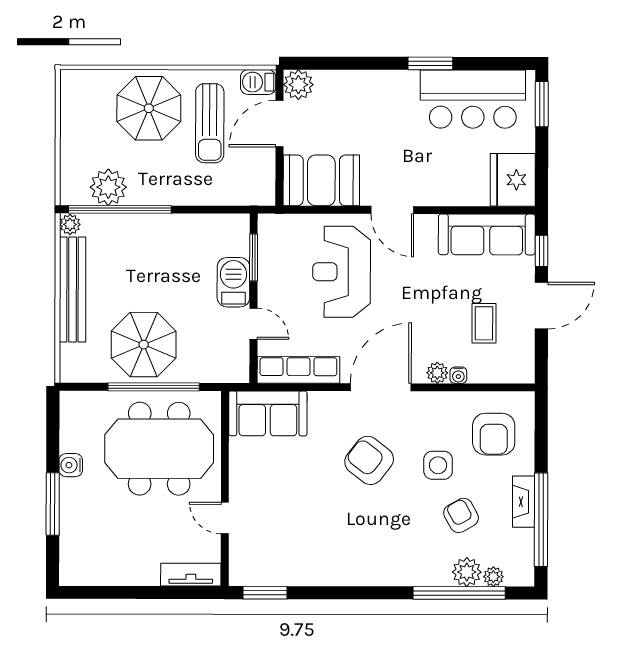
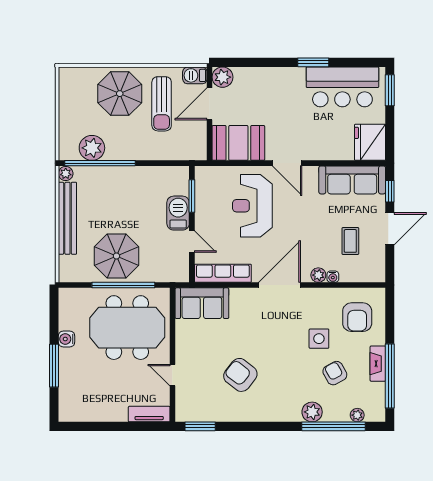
armchair: (369, 460) -> (240, 375), moved
plant: (467, 572) -> (312, 412), moved

